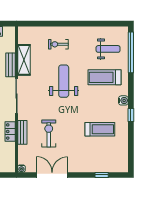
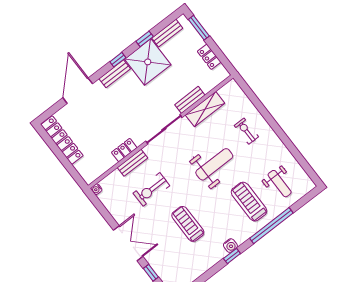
window: (131, 52) -> (271, 226), moved
water cooler: (123, 100) -> (230, 246), moved
treadmill: (100, 129) -> (188, 224), moved, turned 180
exercise bike: (49, 134) -> (151, 189), turned 180
double door: (52, 175) -> (128, 243), moved

